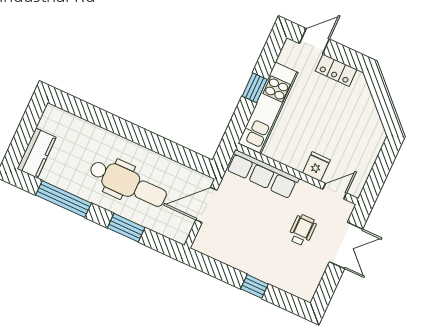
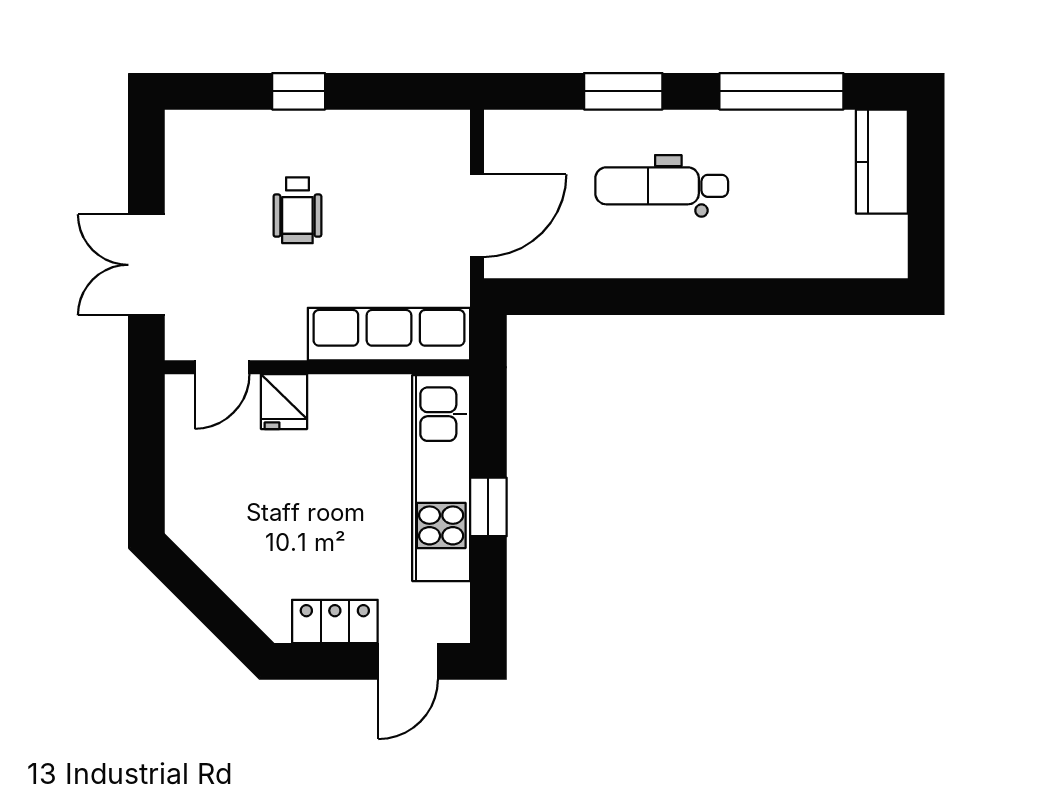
dental chair: (128, 183) -> (662, 186), width x0.73, depth x0.72
wheelchair: (302, 230) -> (297, 210), moved

